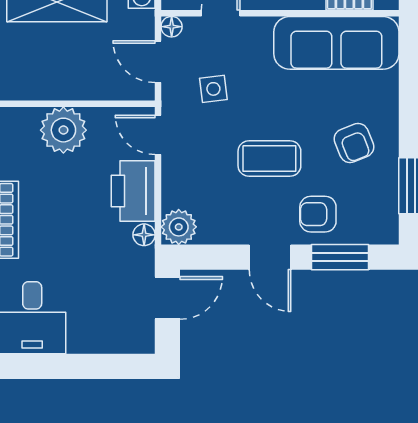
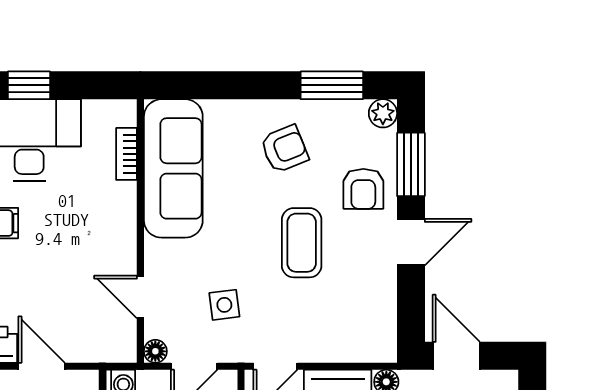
plant: (179, 227) -> (383, 113), moved, width x0.73, depth x0.73

